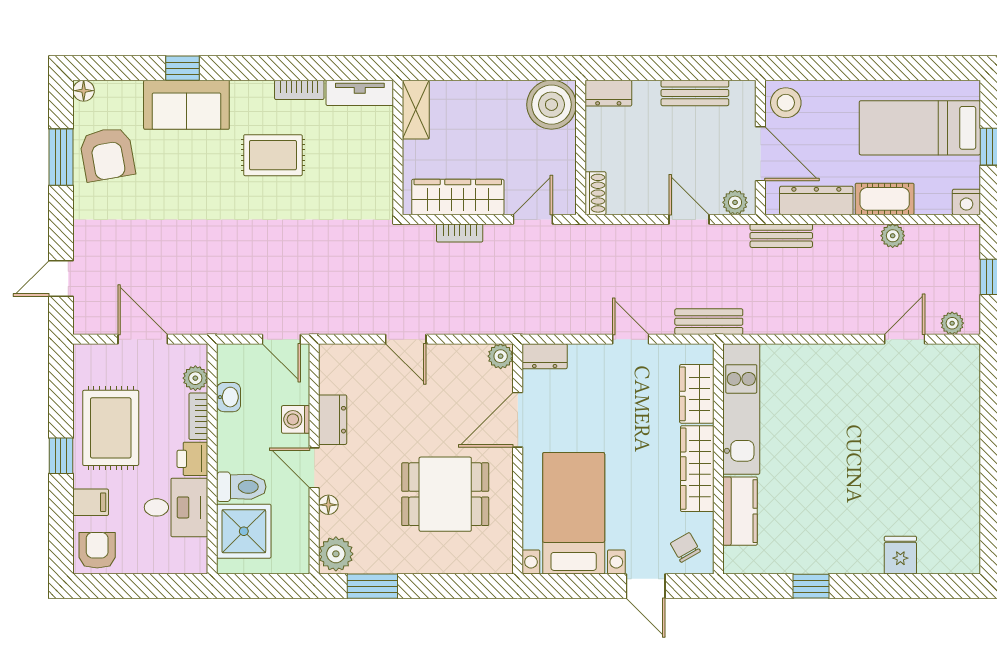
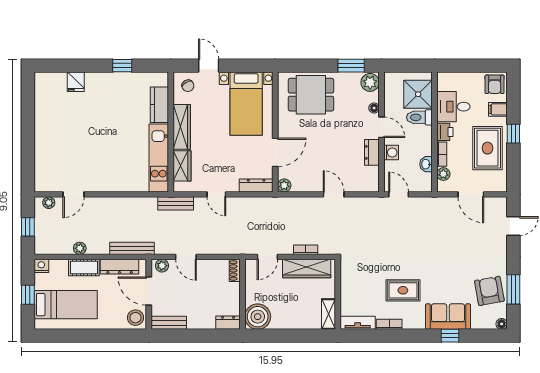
bench: (695, 93) -> (169, 323), moved
bench: (781, 236) -> (132, 248), width x1.36
dresser: (545, 356) -> (256, 185), width x1.44
dining table: (445, 494) -> (311, 95), moved

